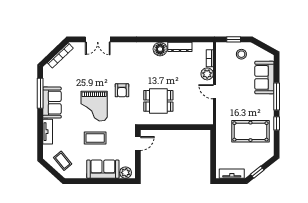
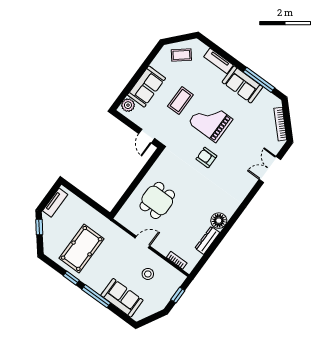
stool: (241, 54) -> (148, 274), moved
plant: (207, 74) -> (164, 247), removed
dining table: (158, 101) -> (157, 200), moved

